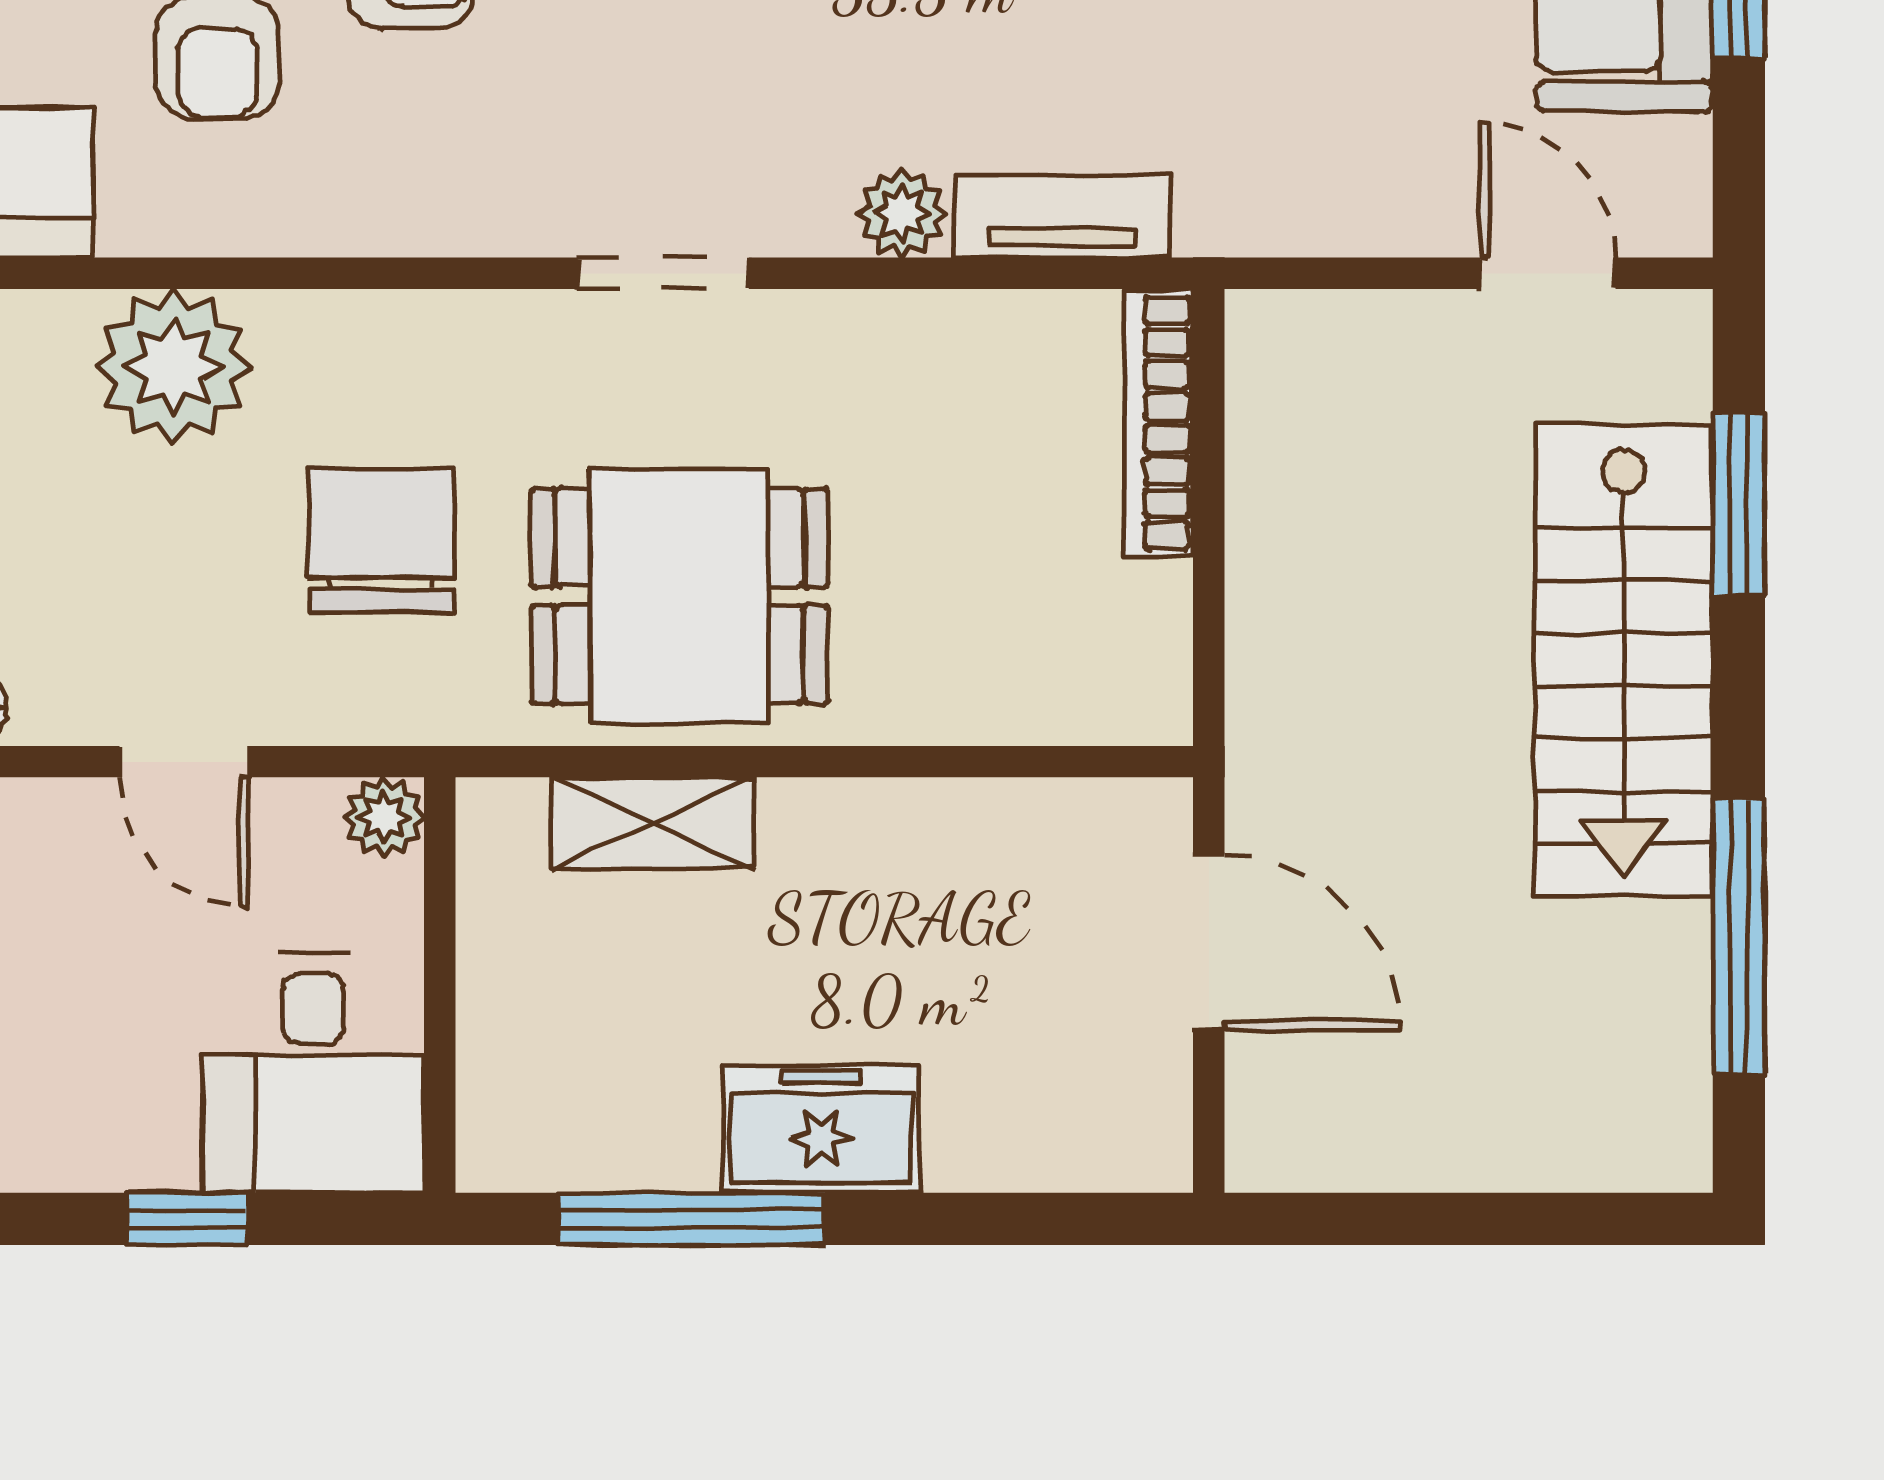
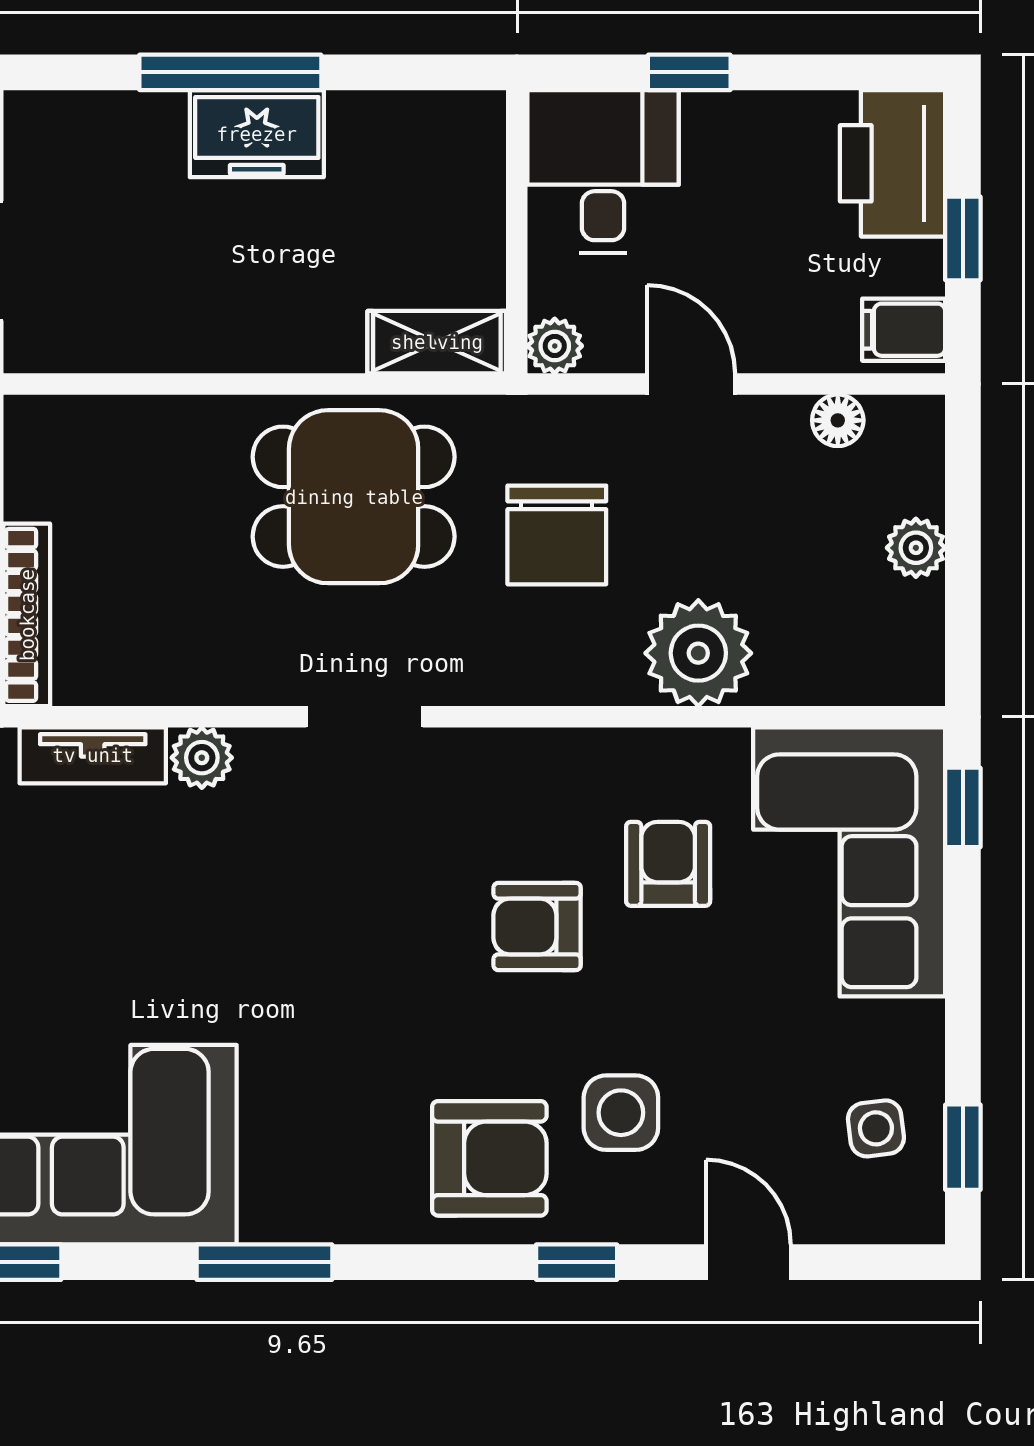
shelving: (653, 823) -> (437, 342), moved
window: (691, 1219) -> (230, 72), moved

